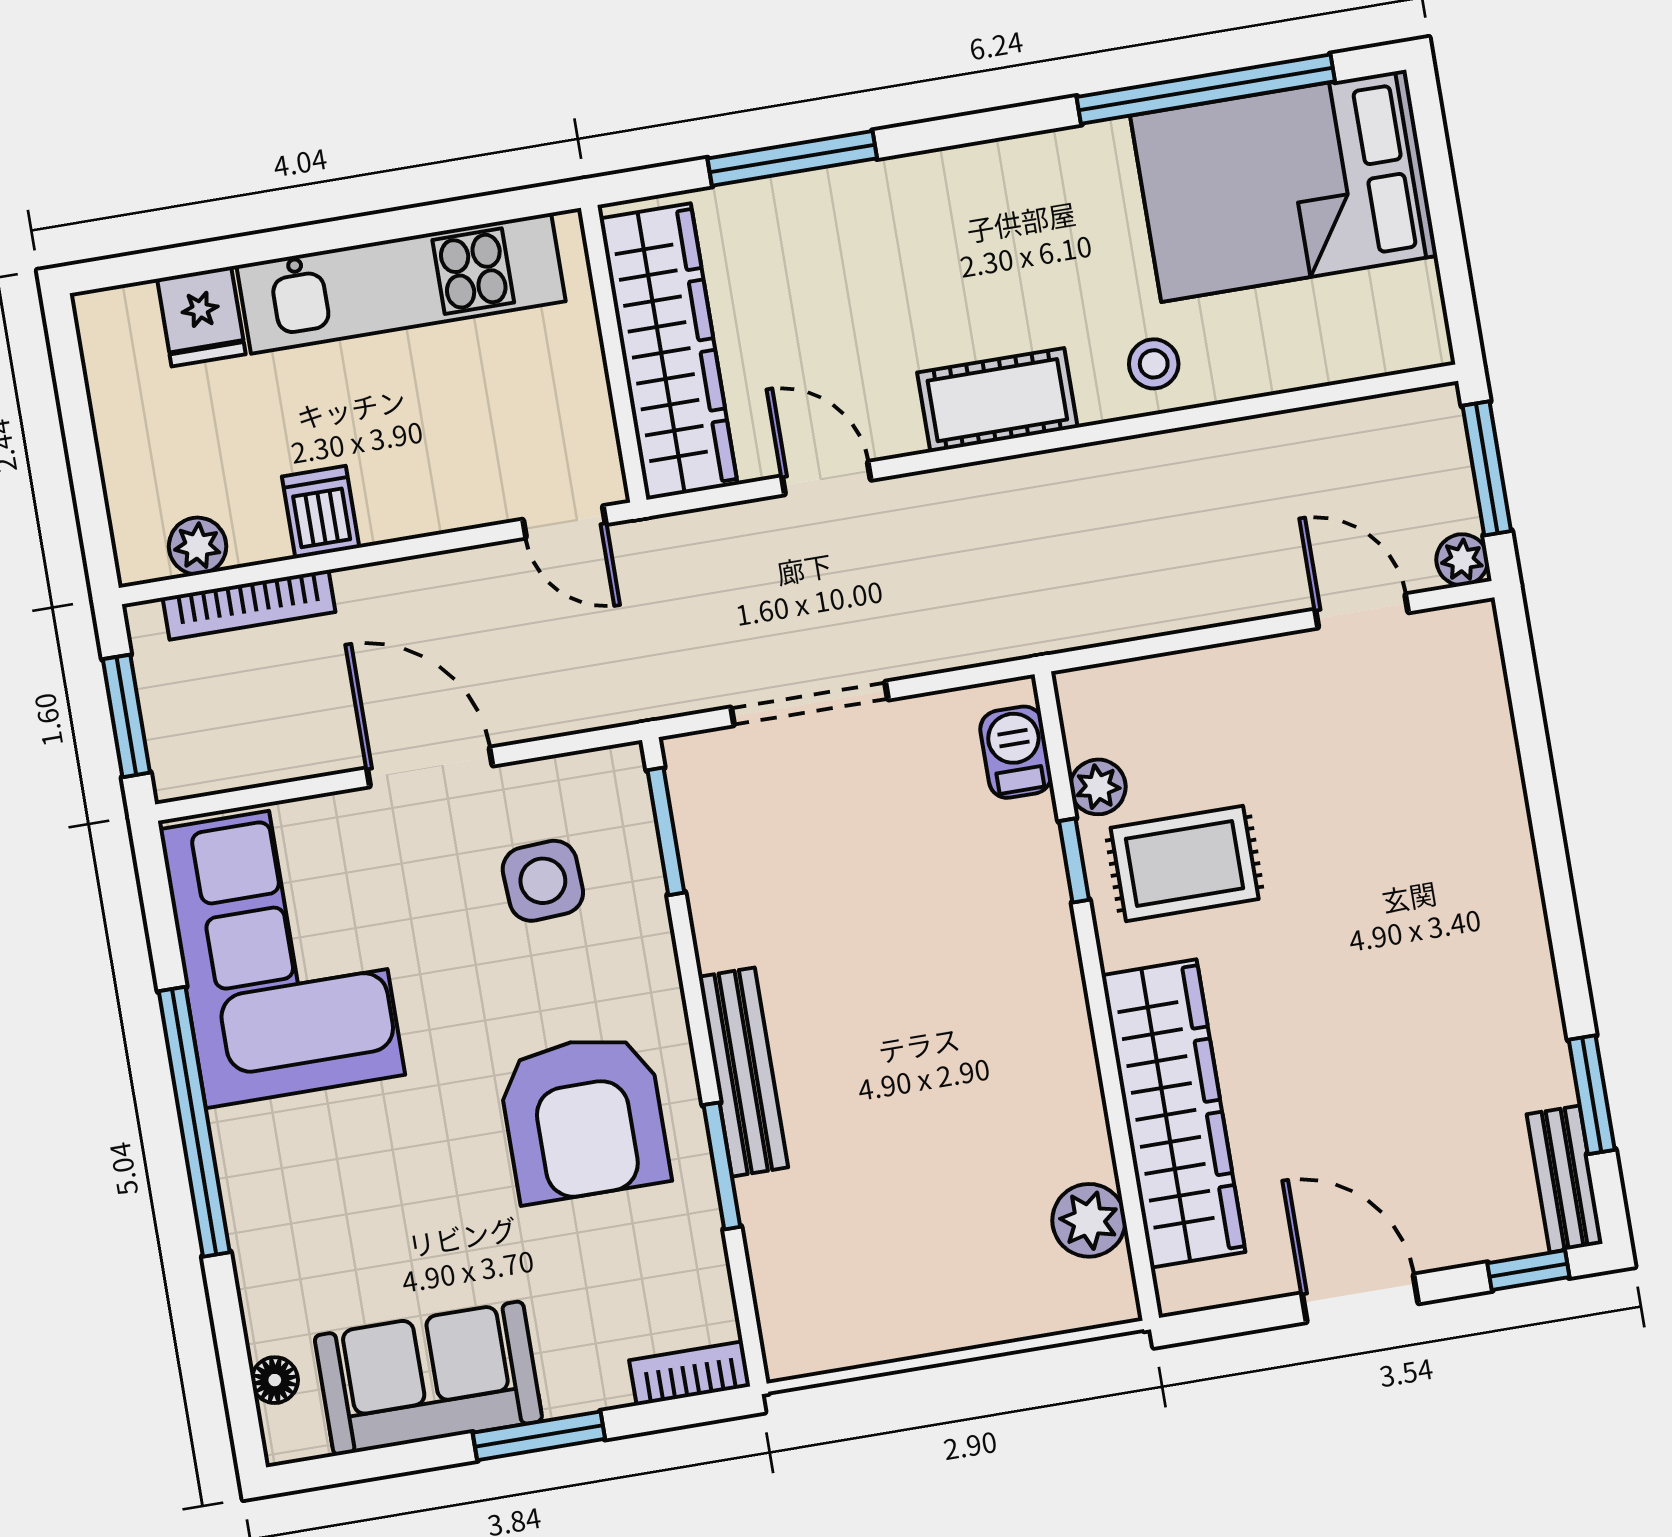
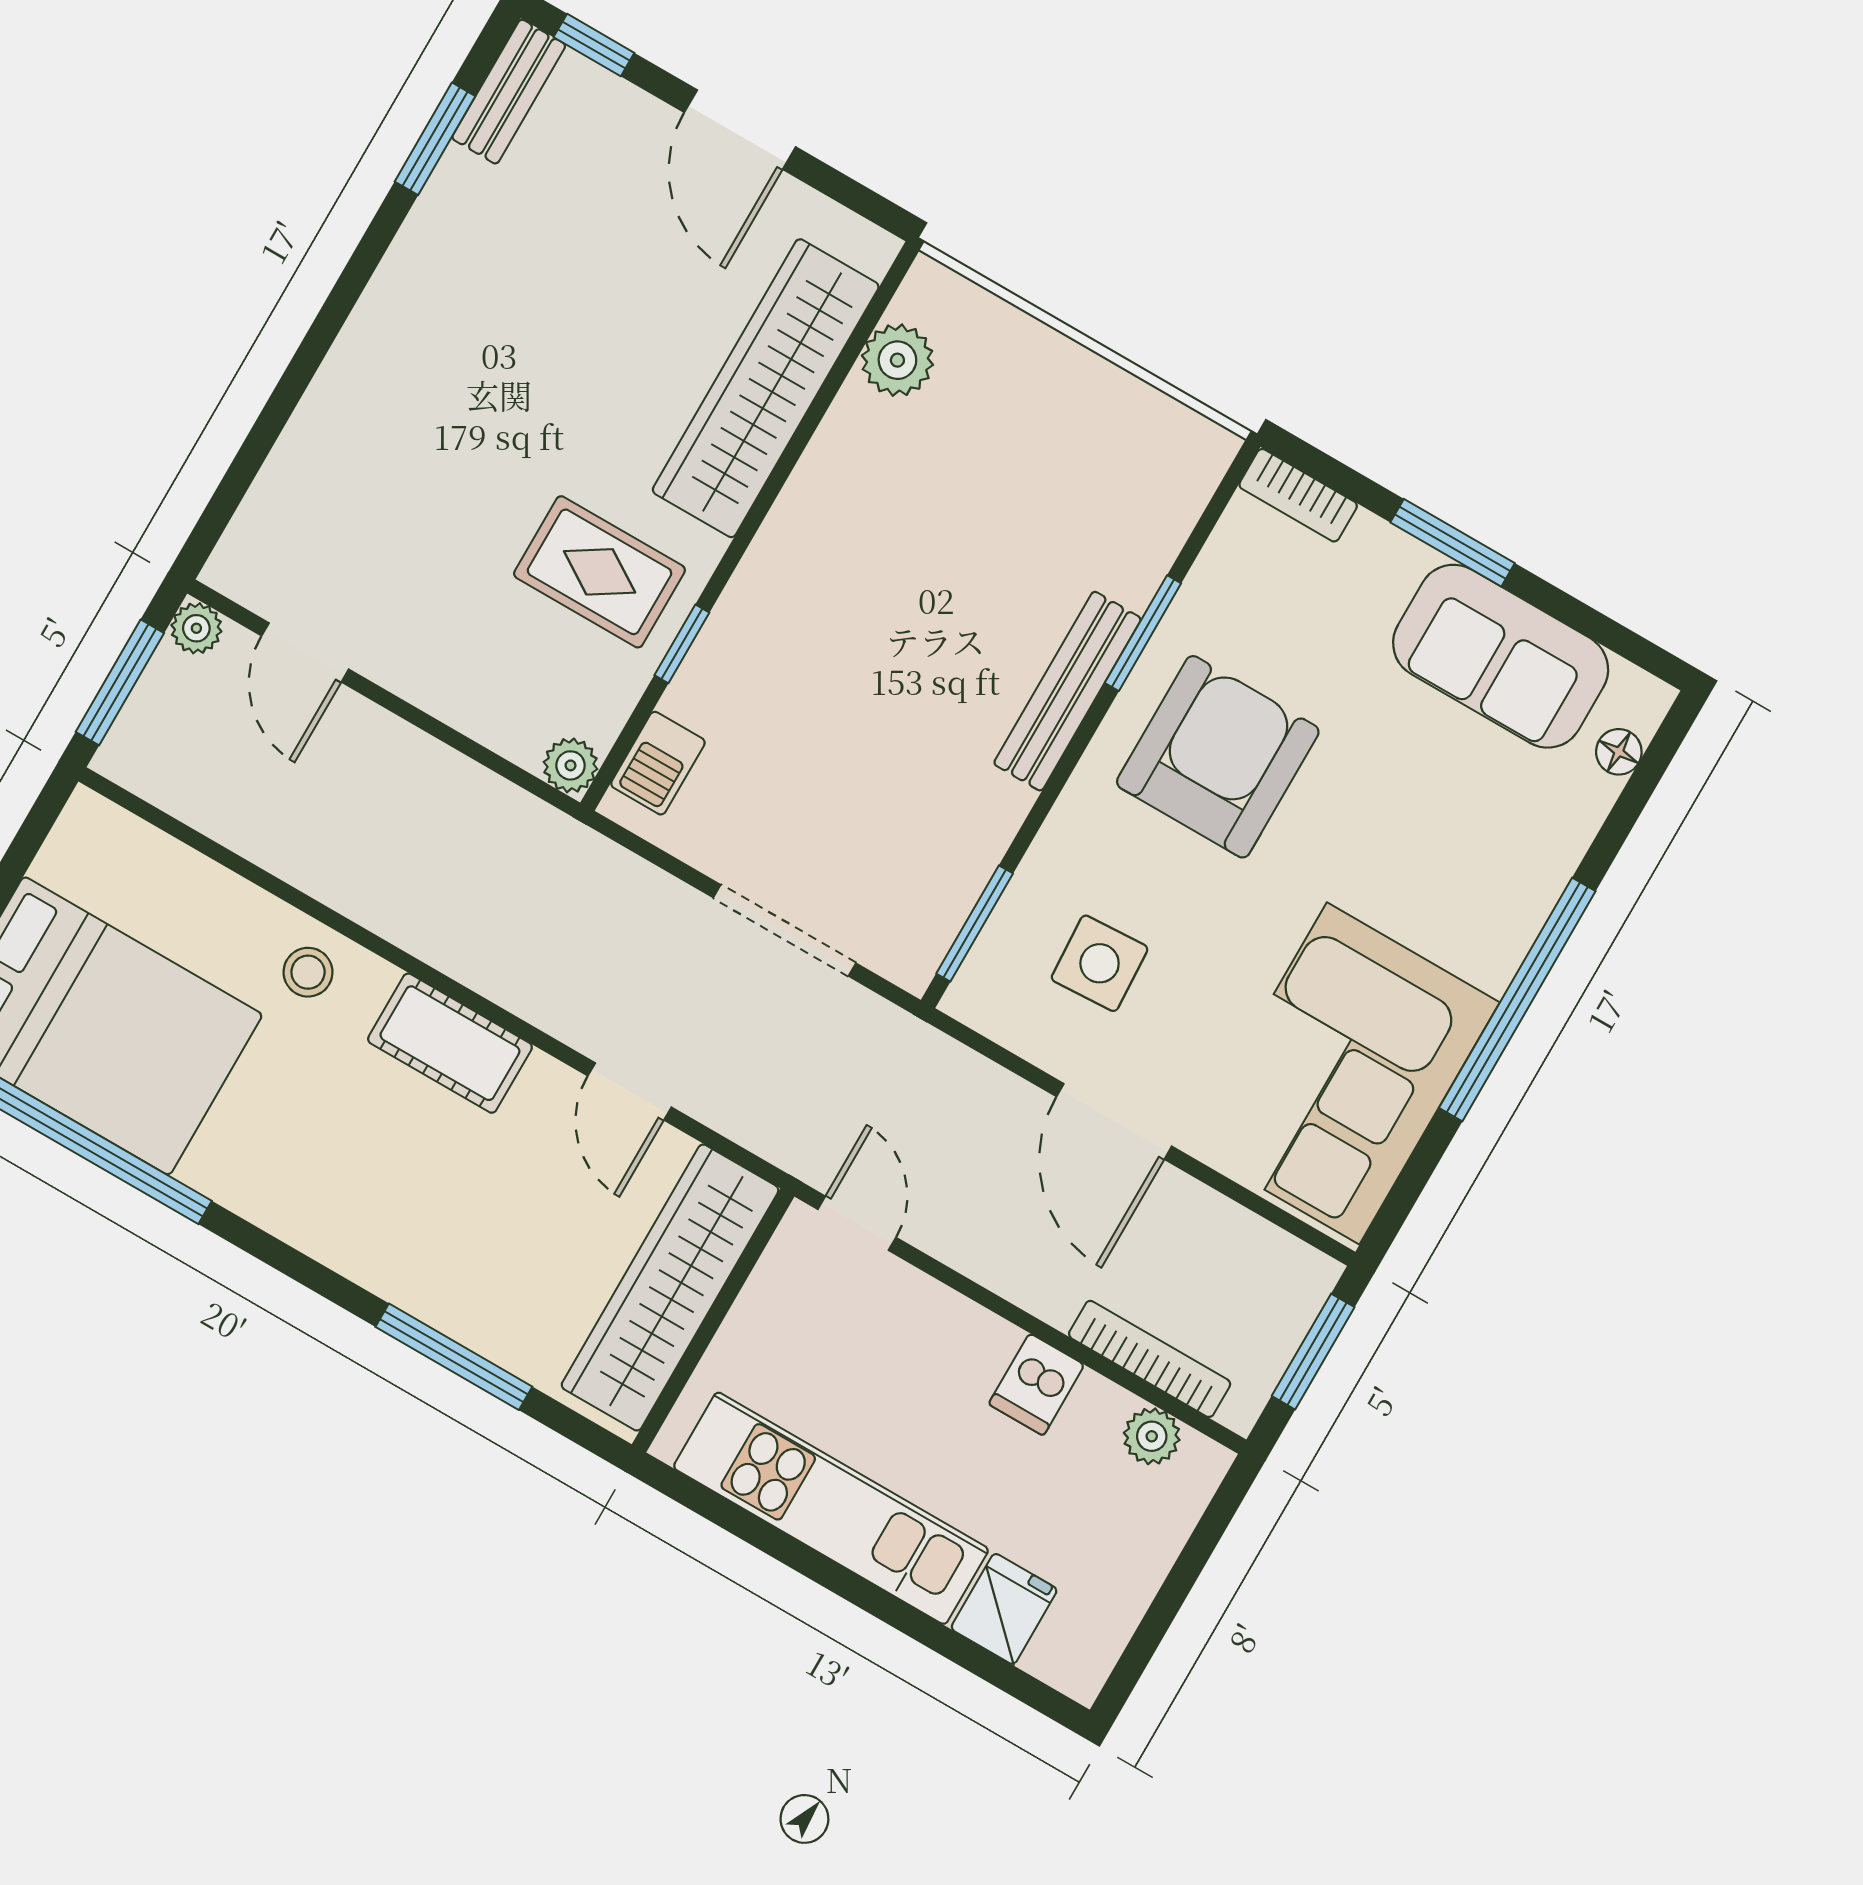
plant: (1098, 787) -> (570, 765), moved

